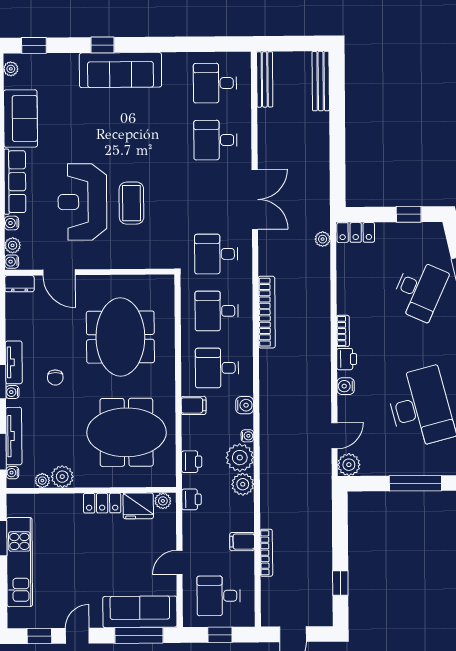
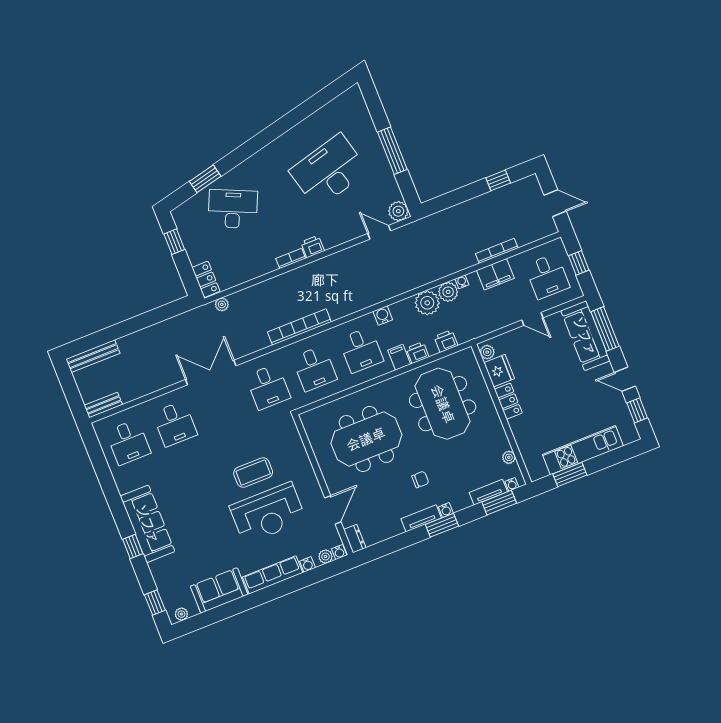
bench: (265, 79) -> (103, 405), width x0.73
water cooler: (346, 386) -> (335, 239), removed
tv unit: (14, 436) -> (488, 492), width x0.71
water cooler: (247, 436) -> (462, 282), moved
plant: (62, 477) -> (499, 442), removed
printer: (191, 499) -> (418, 353), moved
filing cabinet: (242, 542) -> (495, 274), width x2.00

